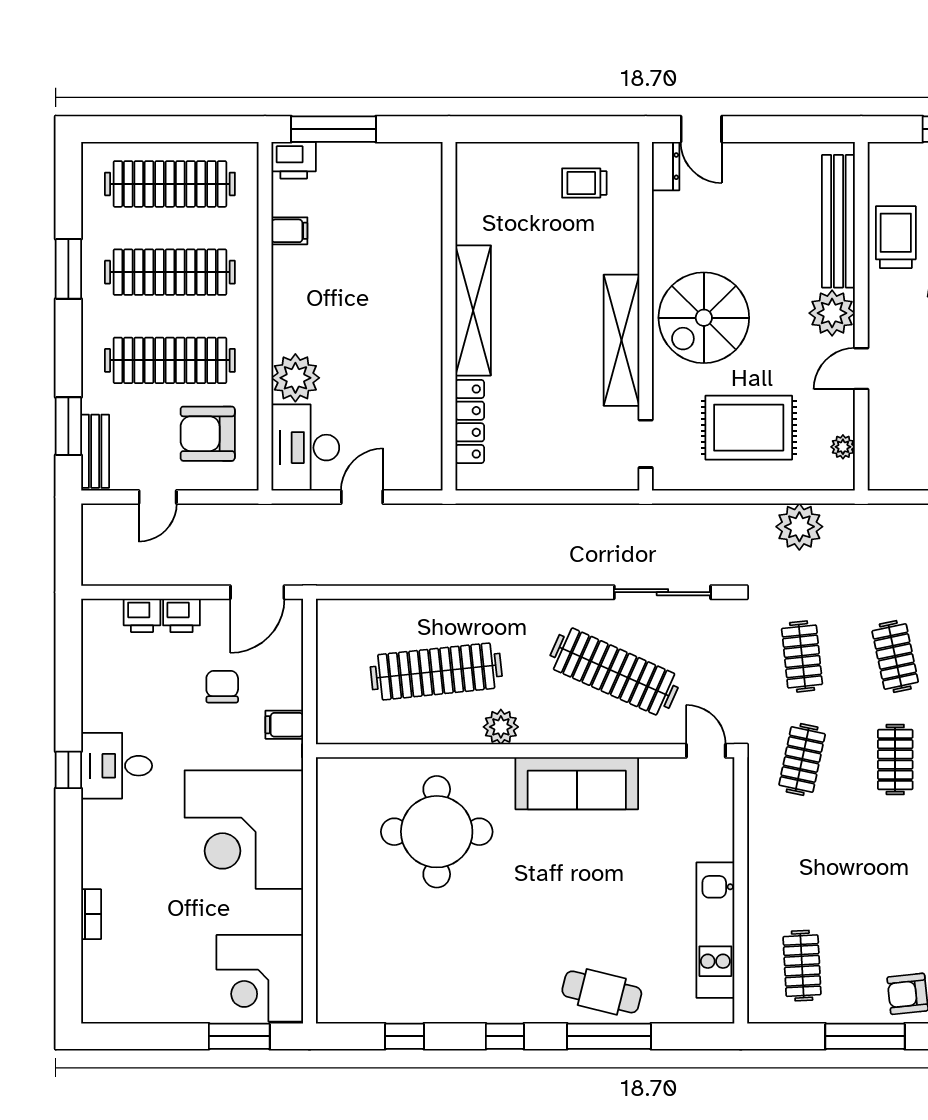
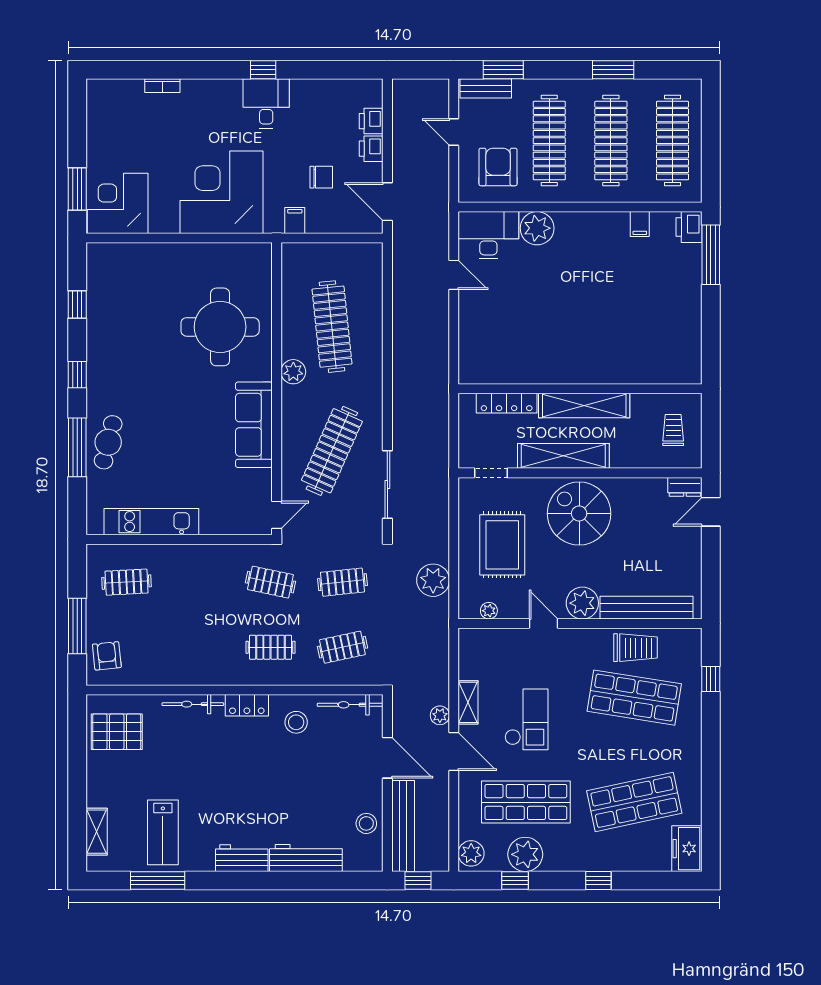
shelving: (473, 310) -> (584, 406), moved
wall: (449, 316) -> (580, 389), moved
locker: (470, 421) -> (507, 403), moved

